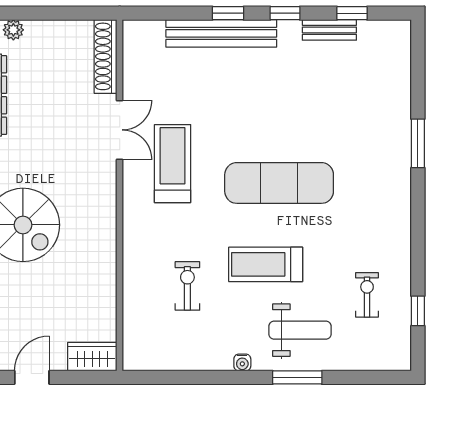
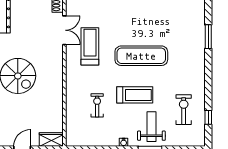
treadmill: (266, 264) -> (135, 95), turned 180
exercise bike: (367, 295) -> (184, 110), width x1.38, depth x1.39
weight bench: (300, 330) -> (151, 127), turned -90

